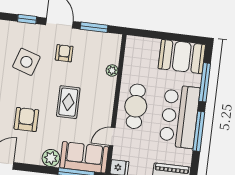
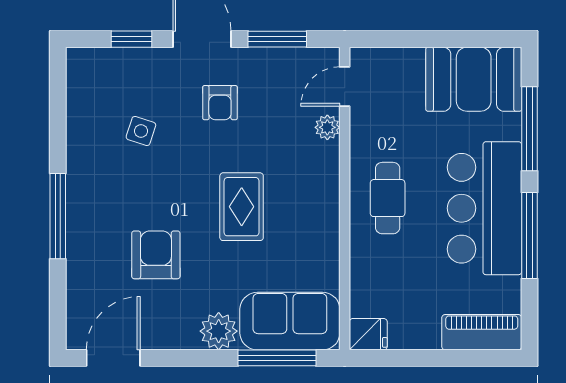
armchair: (64, 53) -> (220, 103), turned 180
side table: (26, 62) -> (141, 131), width x0.54, depth x0.54
cafe table: (136, 106) -> (388, 198), width x0.73, depth x0.74
door: (112, 137) -> (345, 87), moved

